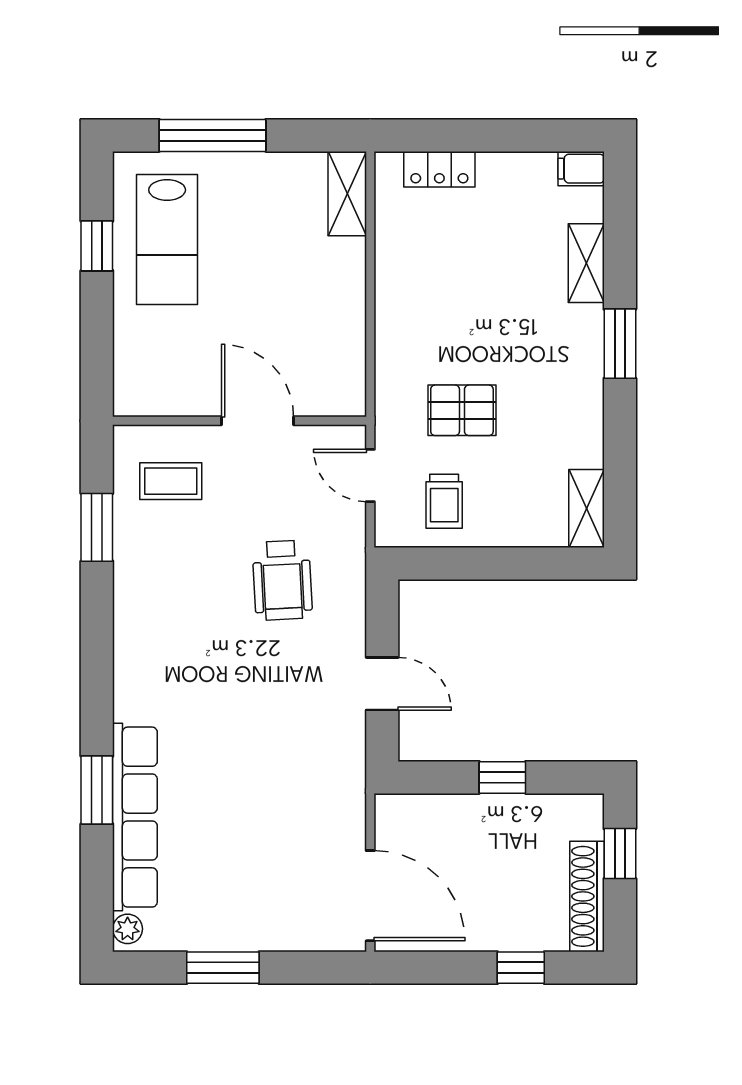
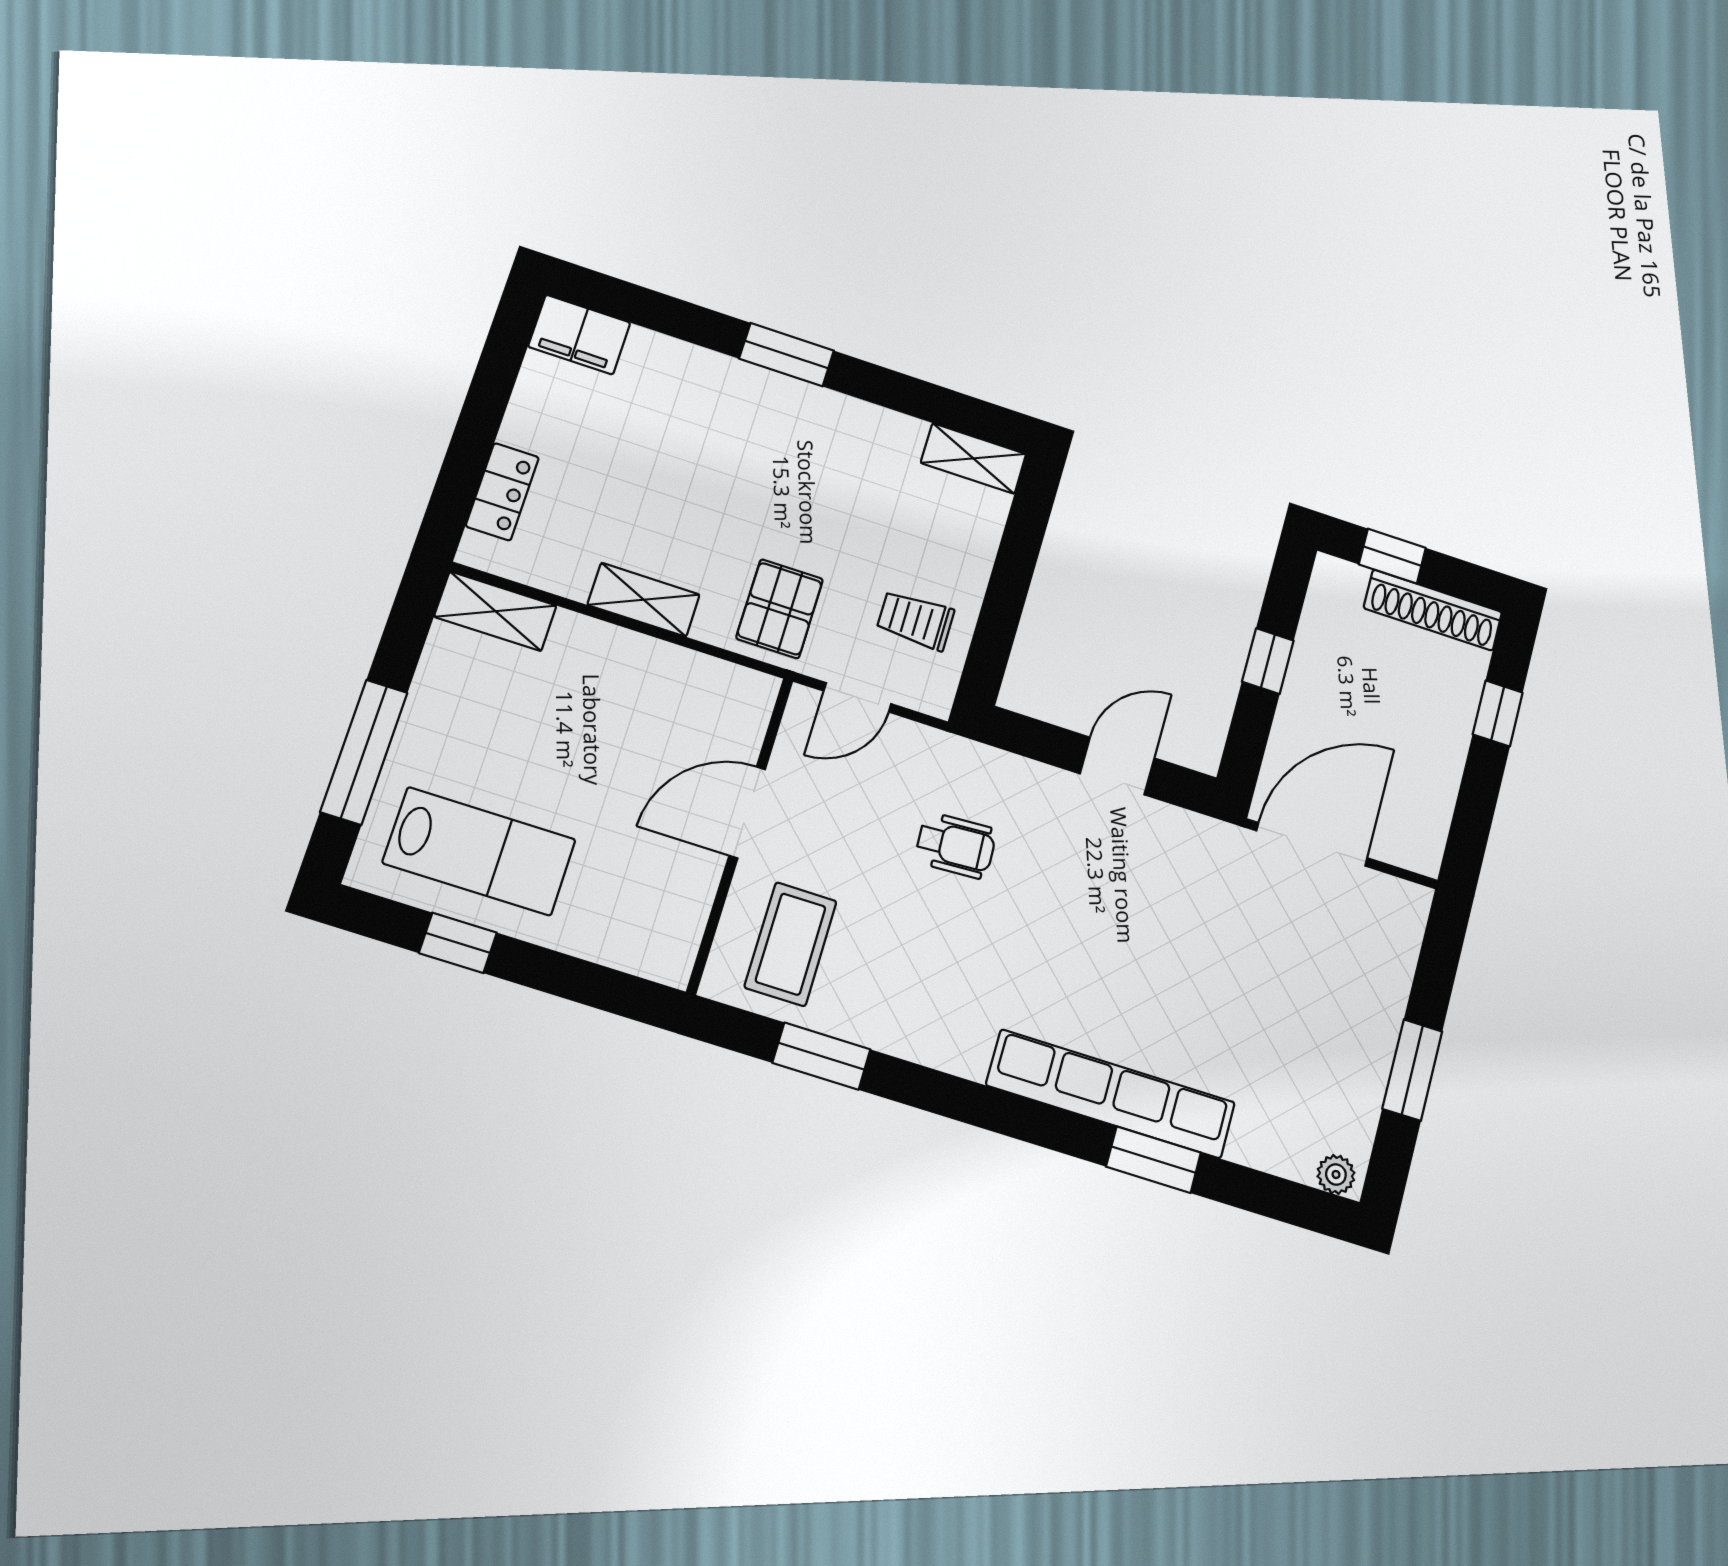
filing cabinet: (581, 169) -> (579, 335), width x2.00
shelving: (586, 263) -> (644, 600), moved
pallet: (462, 410) -> (780, 609), moved
coffee table: (171, 481) -> (791, 944), width x1.36, depth x1.30
trolley: (444, 501) -> (916, 620), turned 180
wheelchair: (282, 580) -> (956, 845), width x0.73, depth x0.73
row of seats: (135, 817) -> (1111, 1094), moved
door: (370, 896) -> (1312, 844), moved

